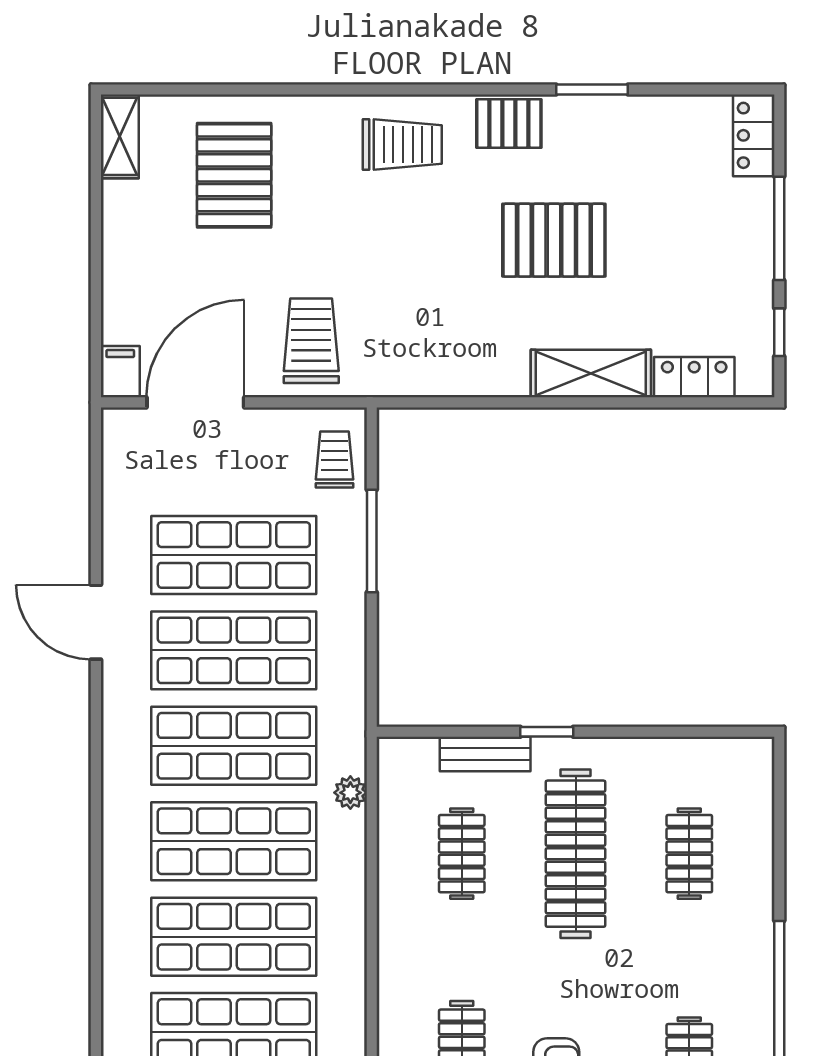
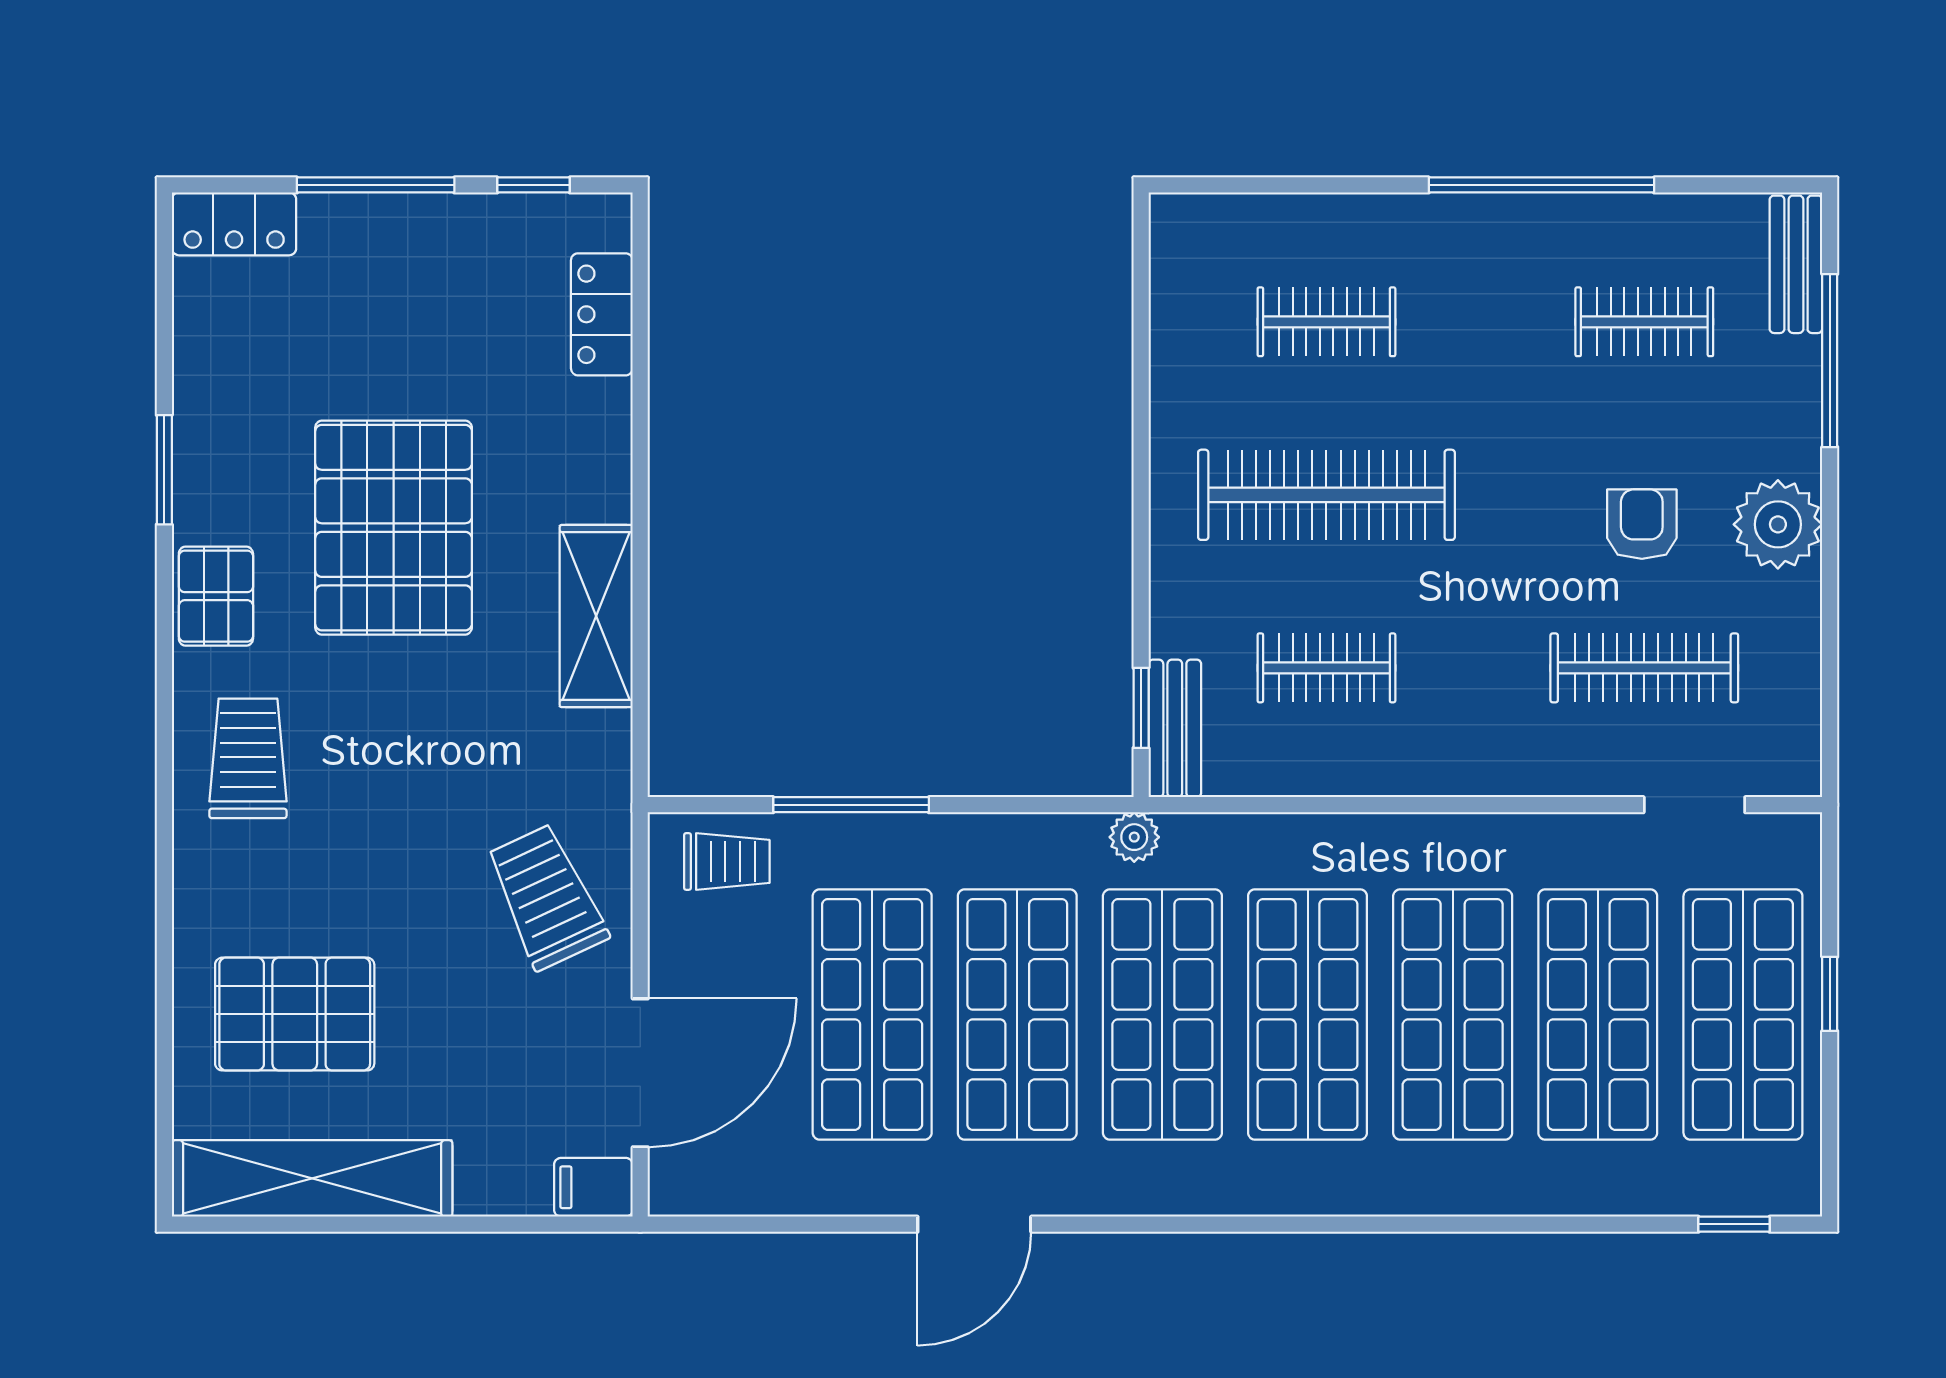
shelving: (120, 136) -> (312, 1178), width x2.20, depth x1.33
pallet: (554, 240) -> (394, 528), width x1.37, depth x1.41
trolley: (311, 341) -> (546, 897), turned 65
shelving: (591, 373) -> (596, 616), moved
door: (195, 402) -> (640, 1073), swing flipped
trolley: (334, 459) -> (727, 861), turned 180
window: (547, 732) -> (1141, 708), moved
bench: (485, 754) -> (1175, 728), moved
plant: (350, 793) -> (1134, 837), moved

